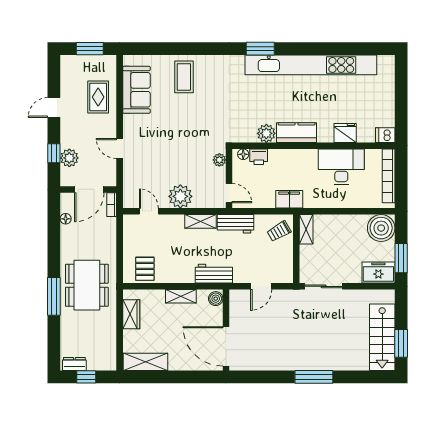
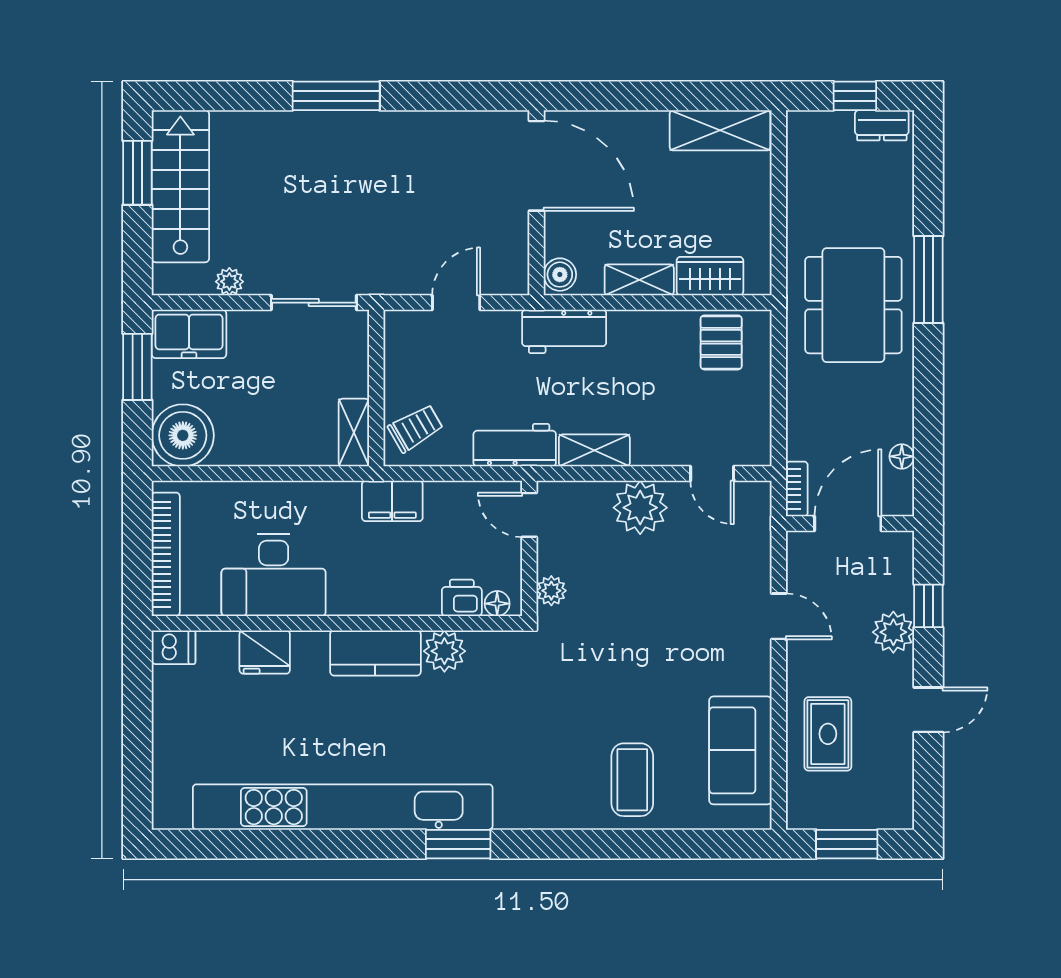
plant: (69, 158) -> (893, 632), moved
plant: (361, 296) -> (229, 282), added
wardrobe: (131, 314) -> (710, 276), moved, turned 90

